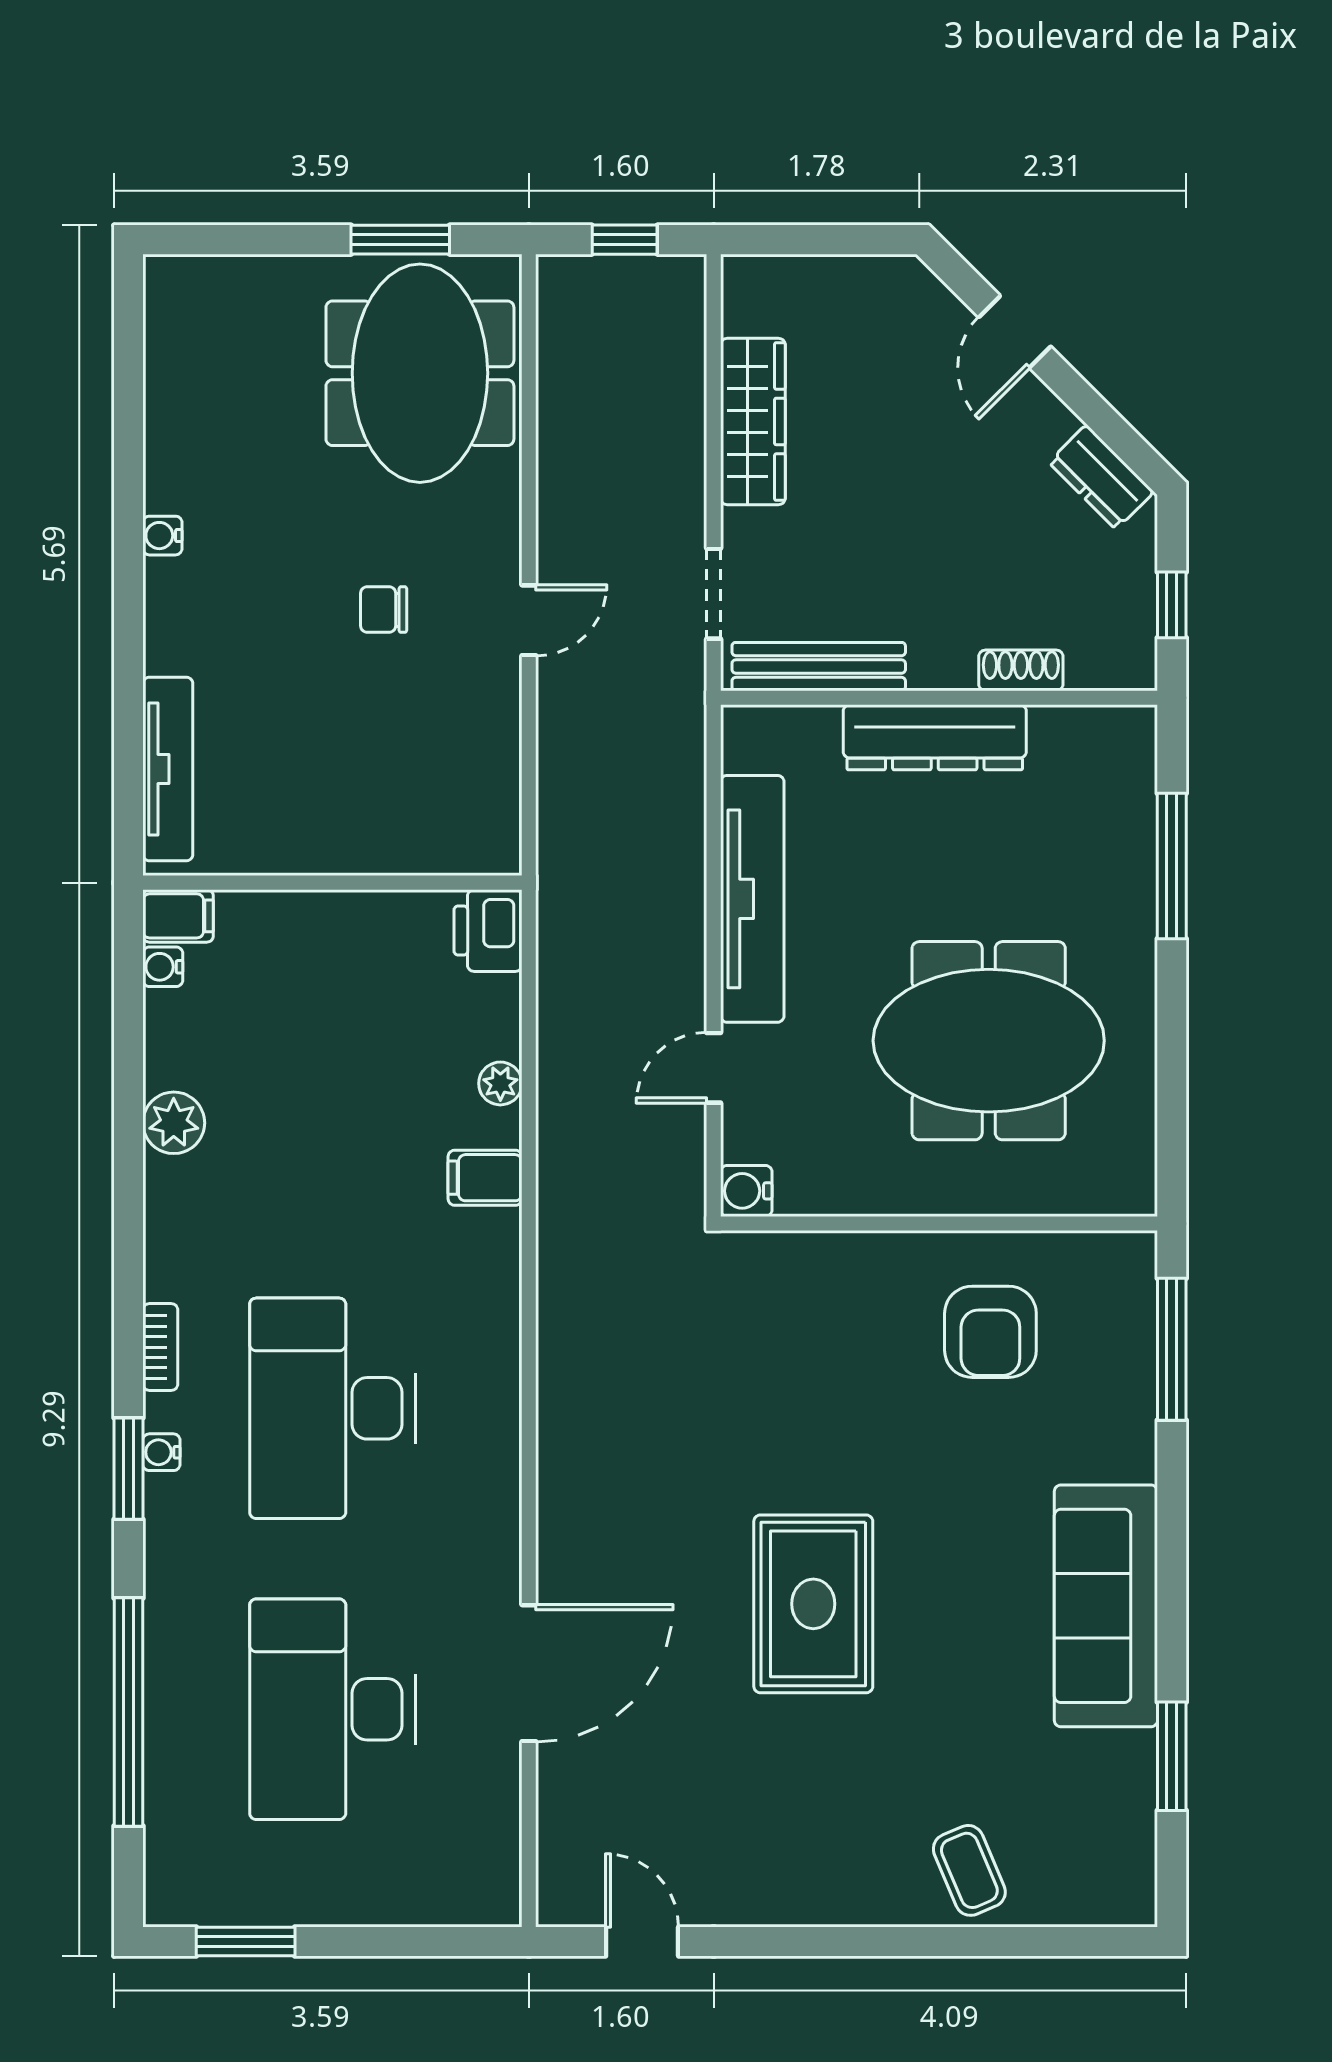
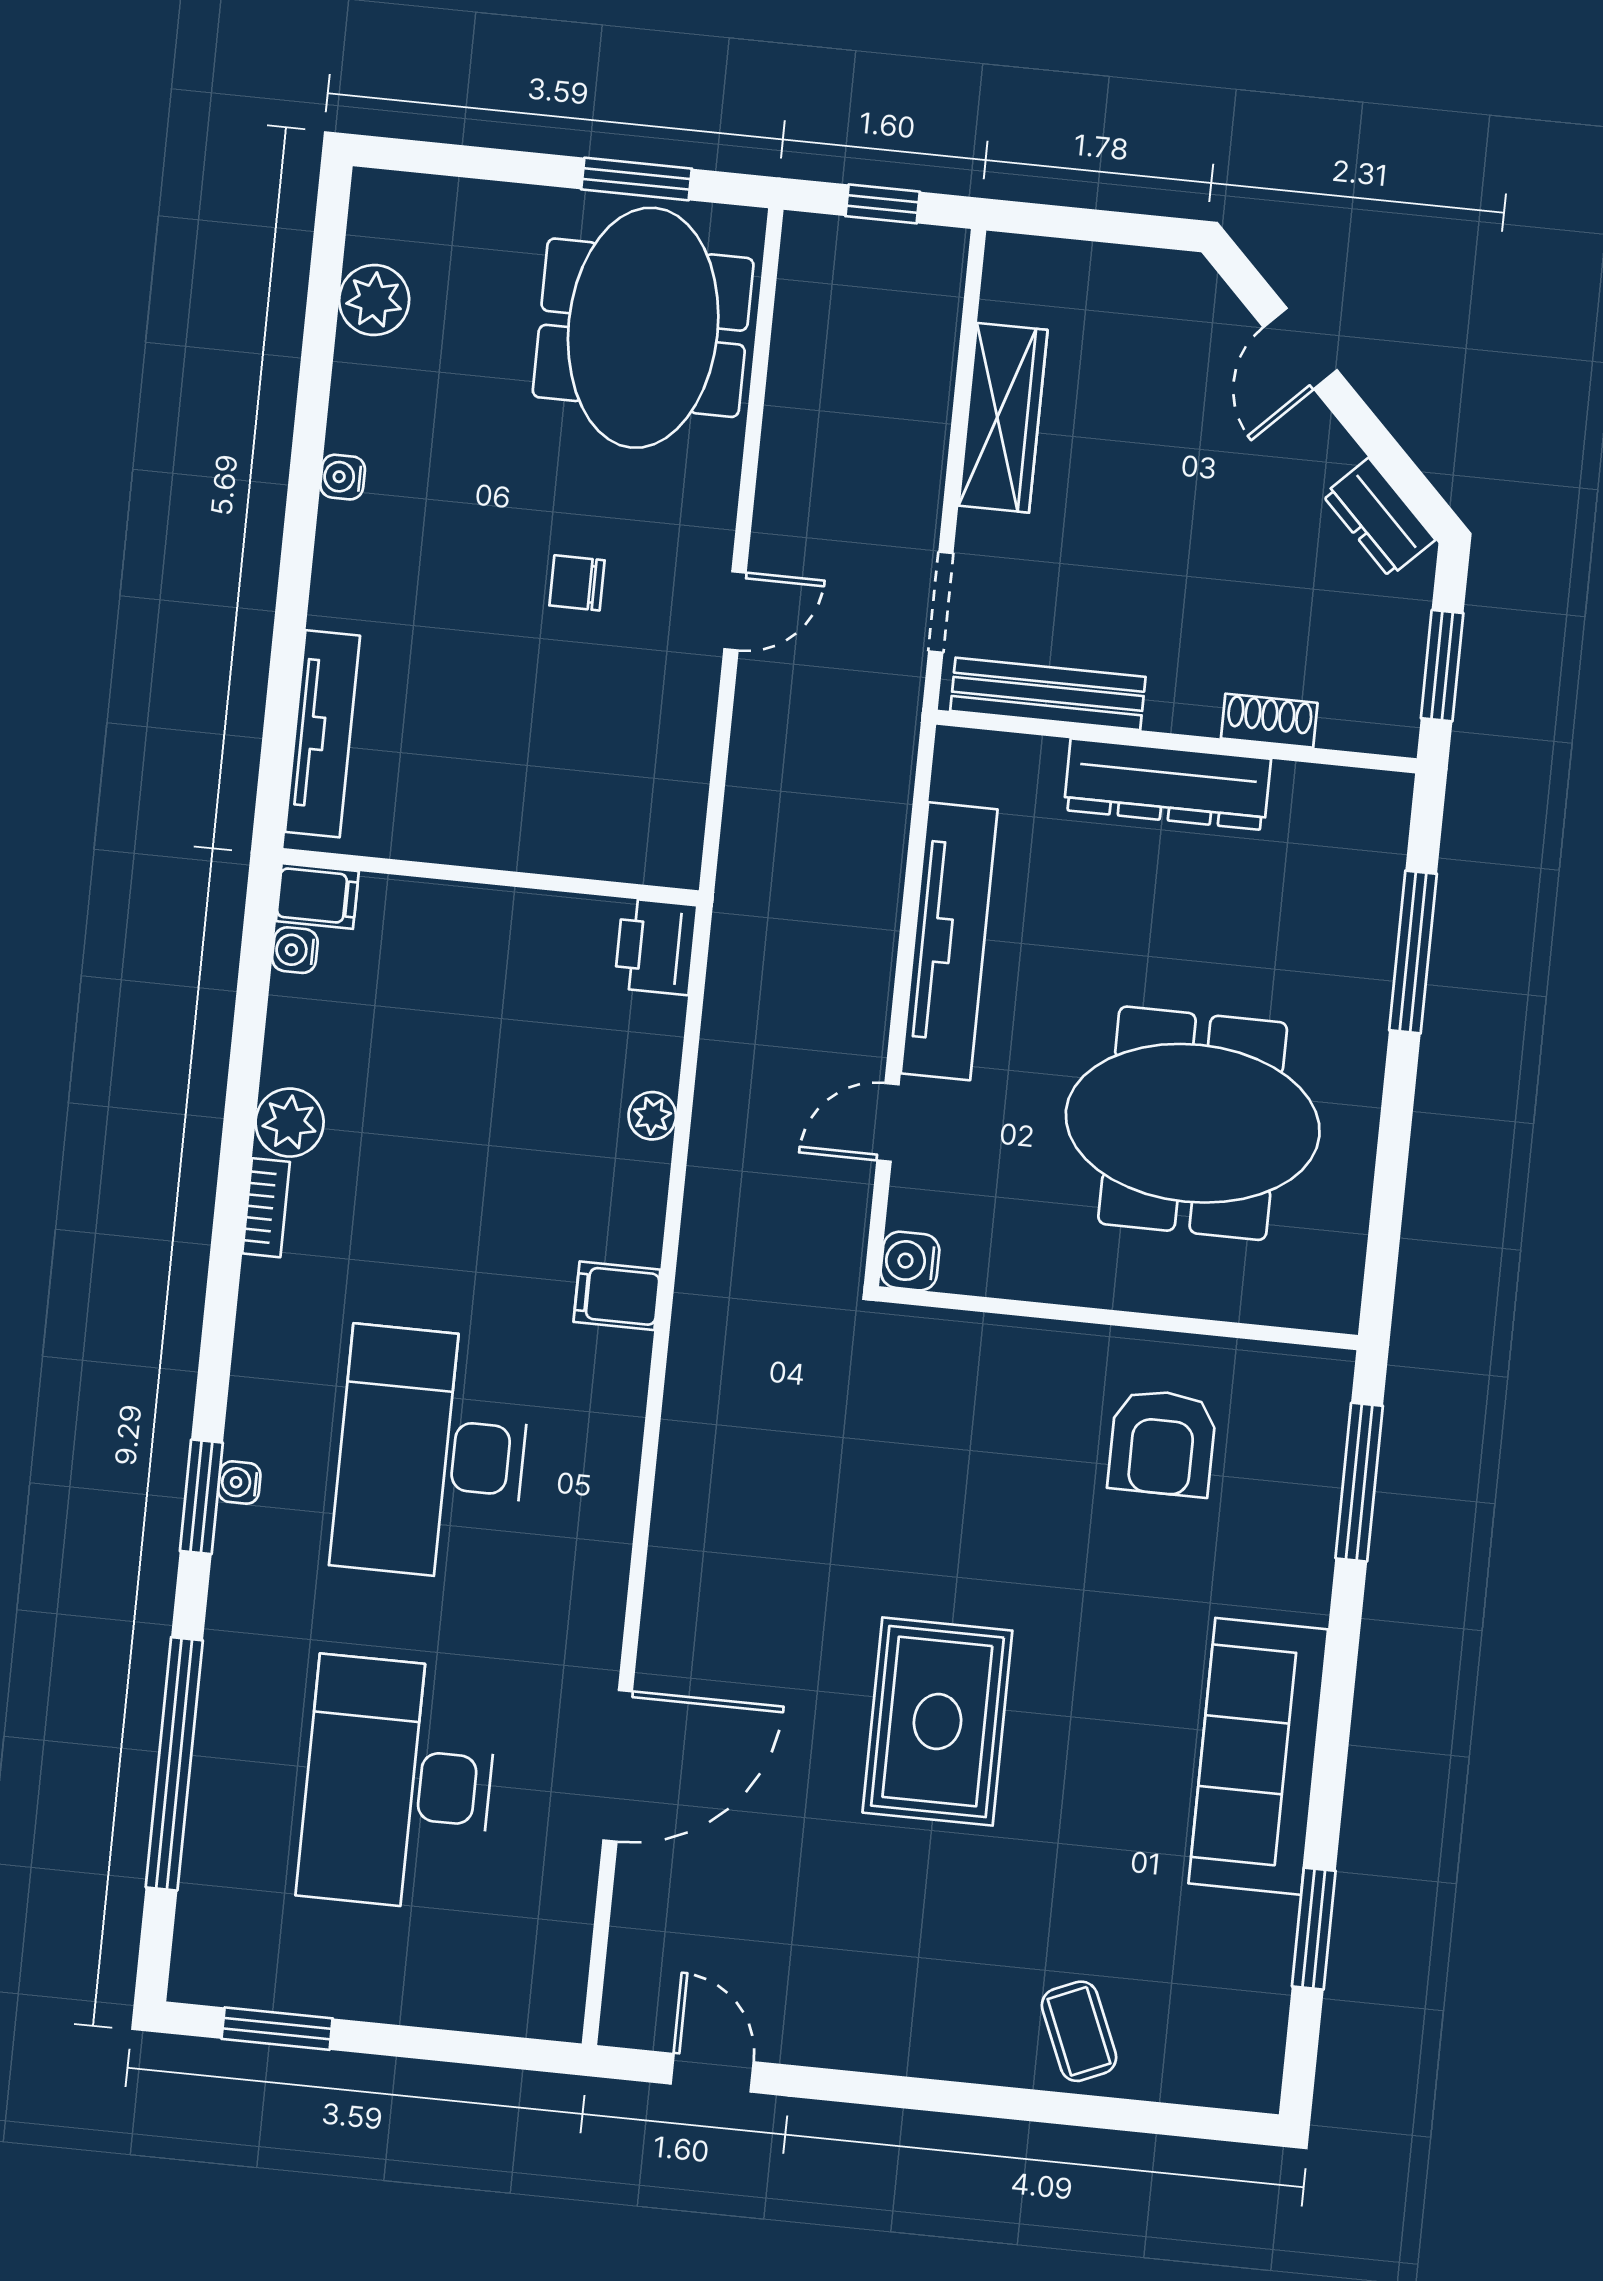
plant: (175, 373) -> (374, 300), added
window: (1172, 605) -> (1442, 666), width x1.50
filing cabinet: (485, 1178) -> (617, 1296), moved
bookcase: (160, 1347) -> (266, 1208), moved

